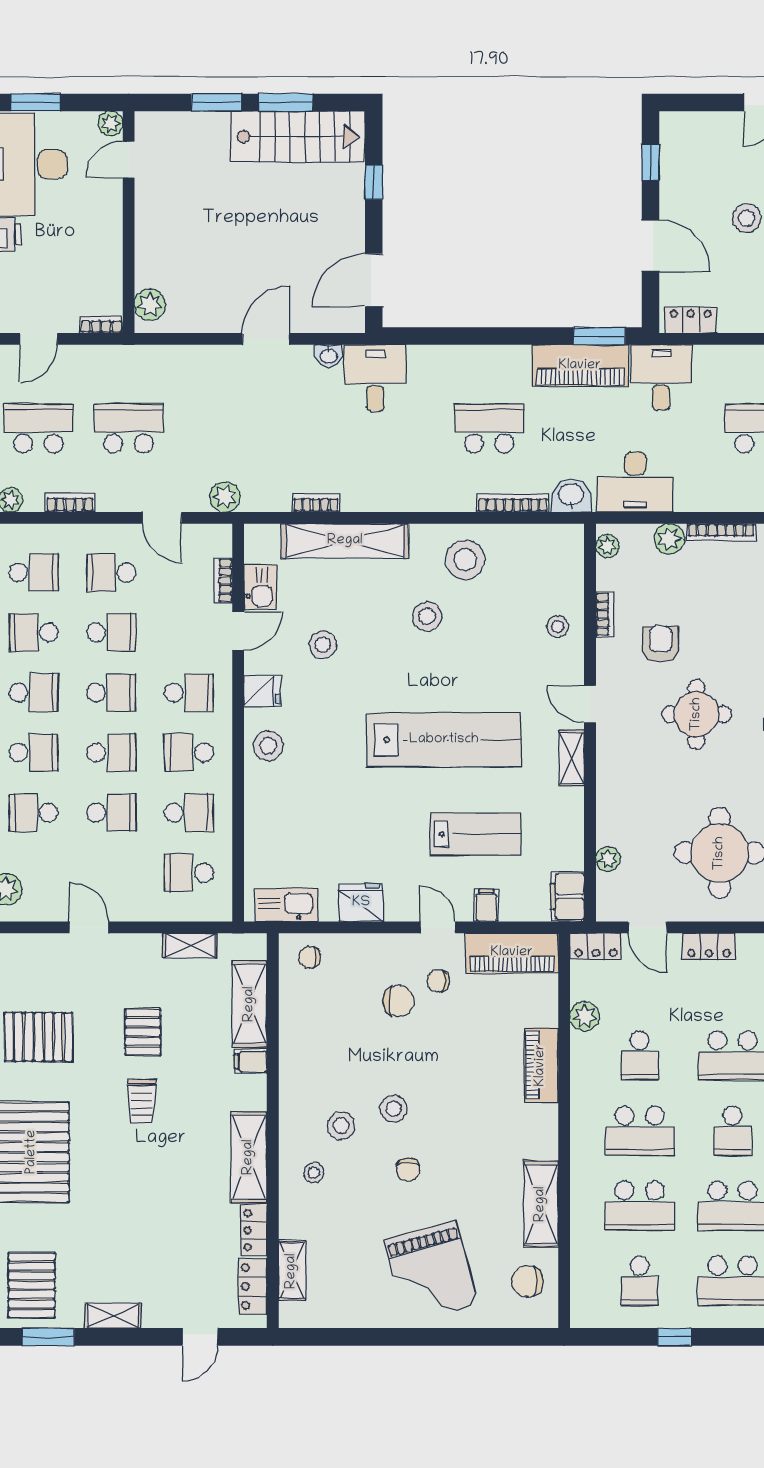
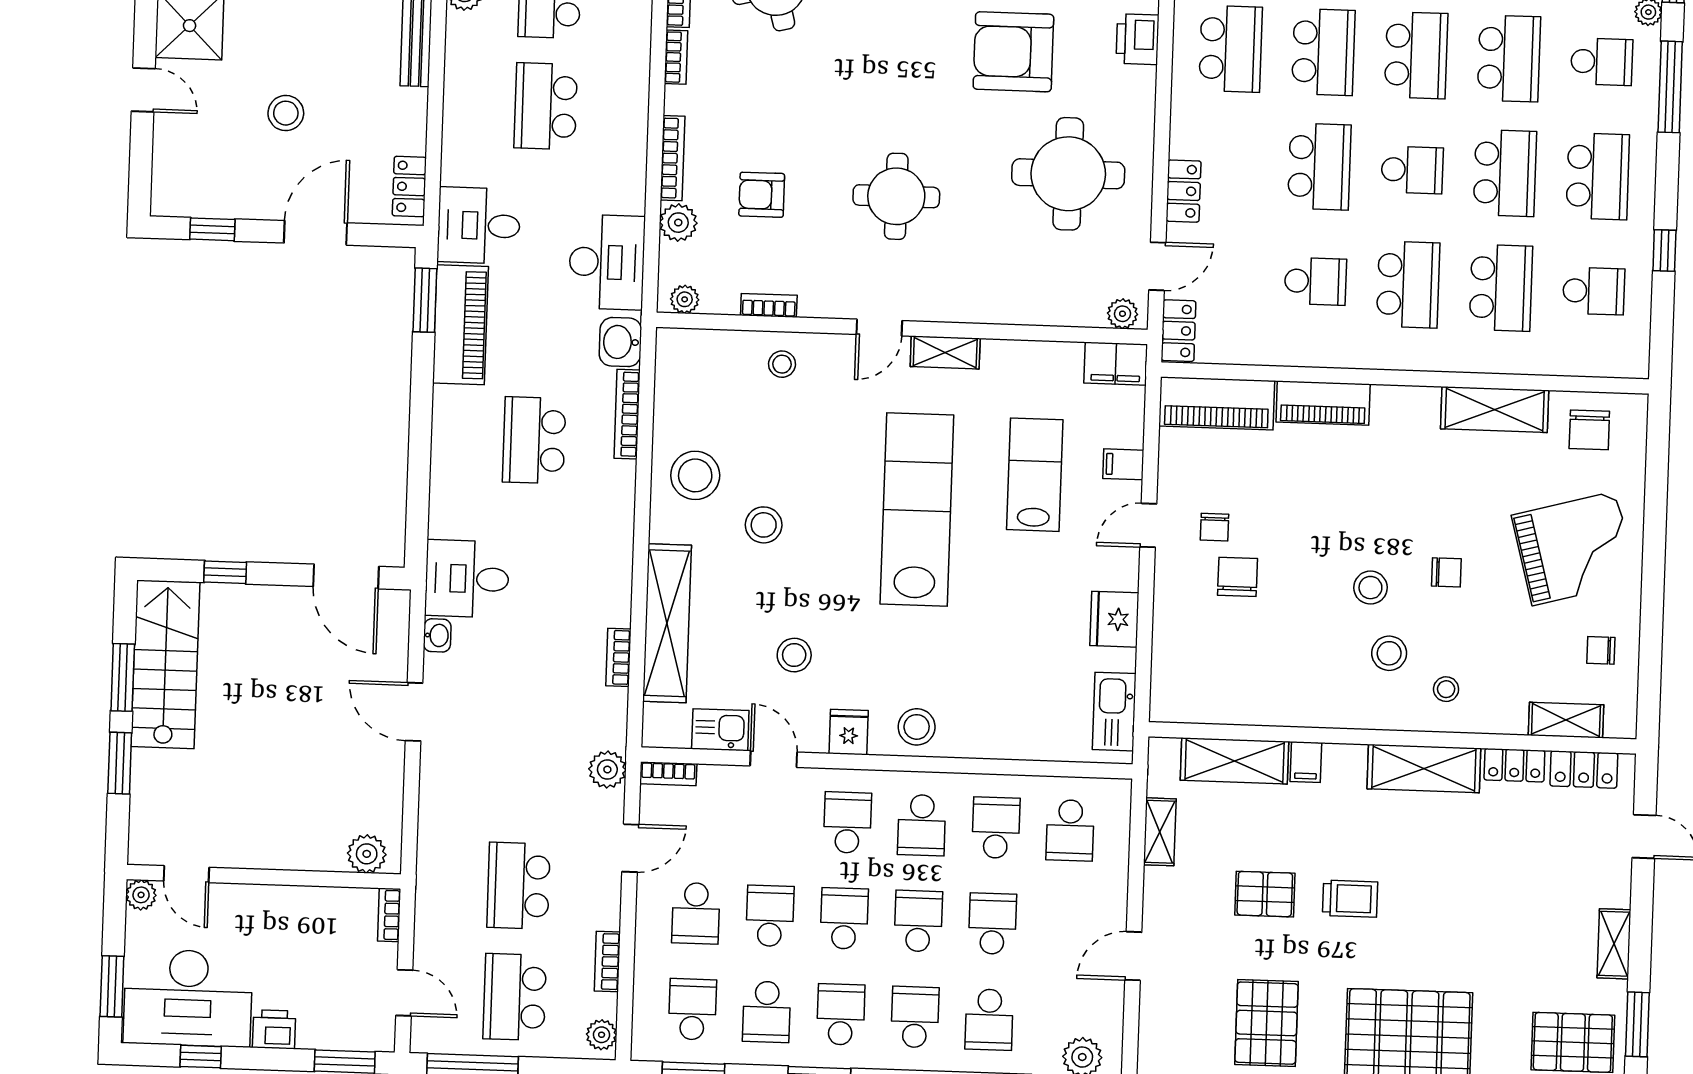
bookcase: (223, 581) -> (668, 774), moved
armchair: (661, 644) -> (762, 195), moved
plant: (608, 859) -> (1122, 314), moved
piano: (512, 953) -> (1217, 403), moved, turned 90
chair: (310, 957) -> (1601, 650), moved, turned 90
plant: (585, 1016) -> (1264, 348), removed

